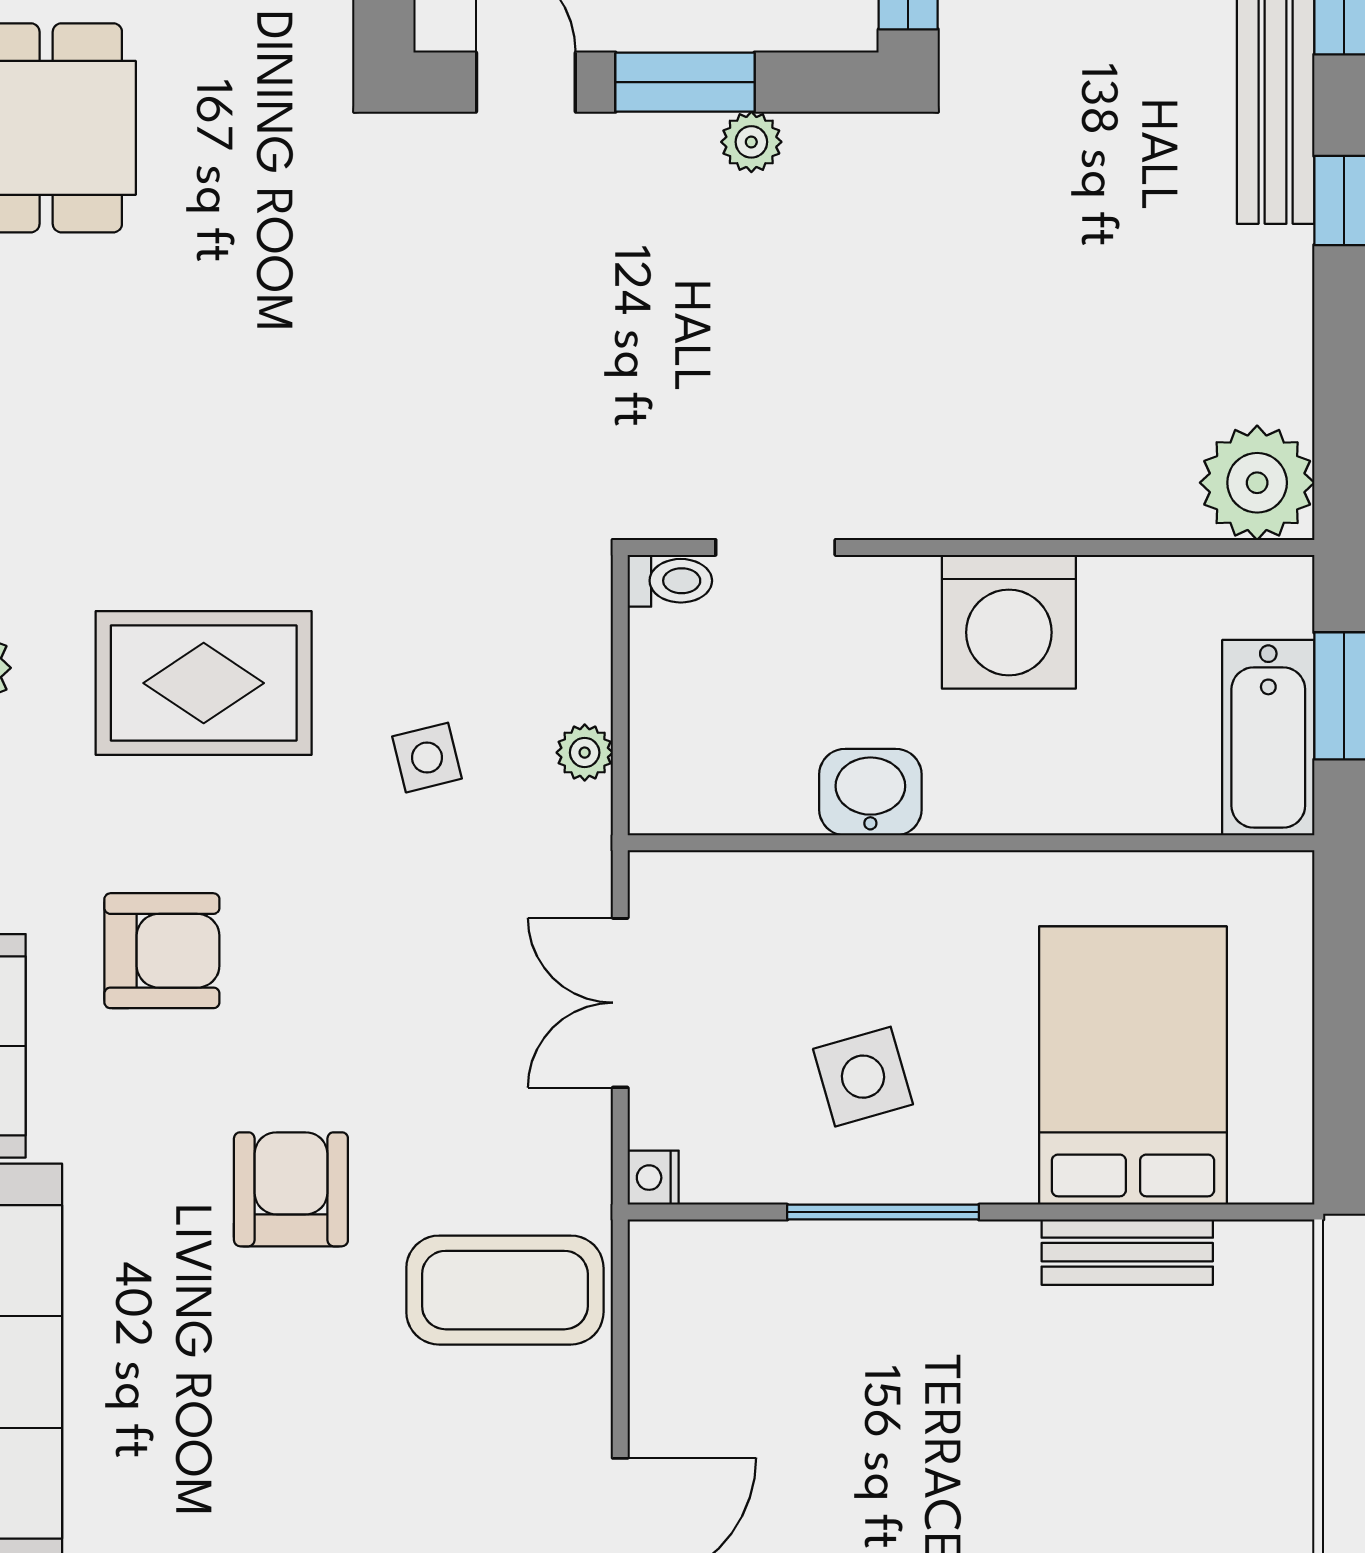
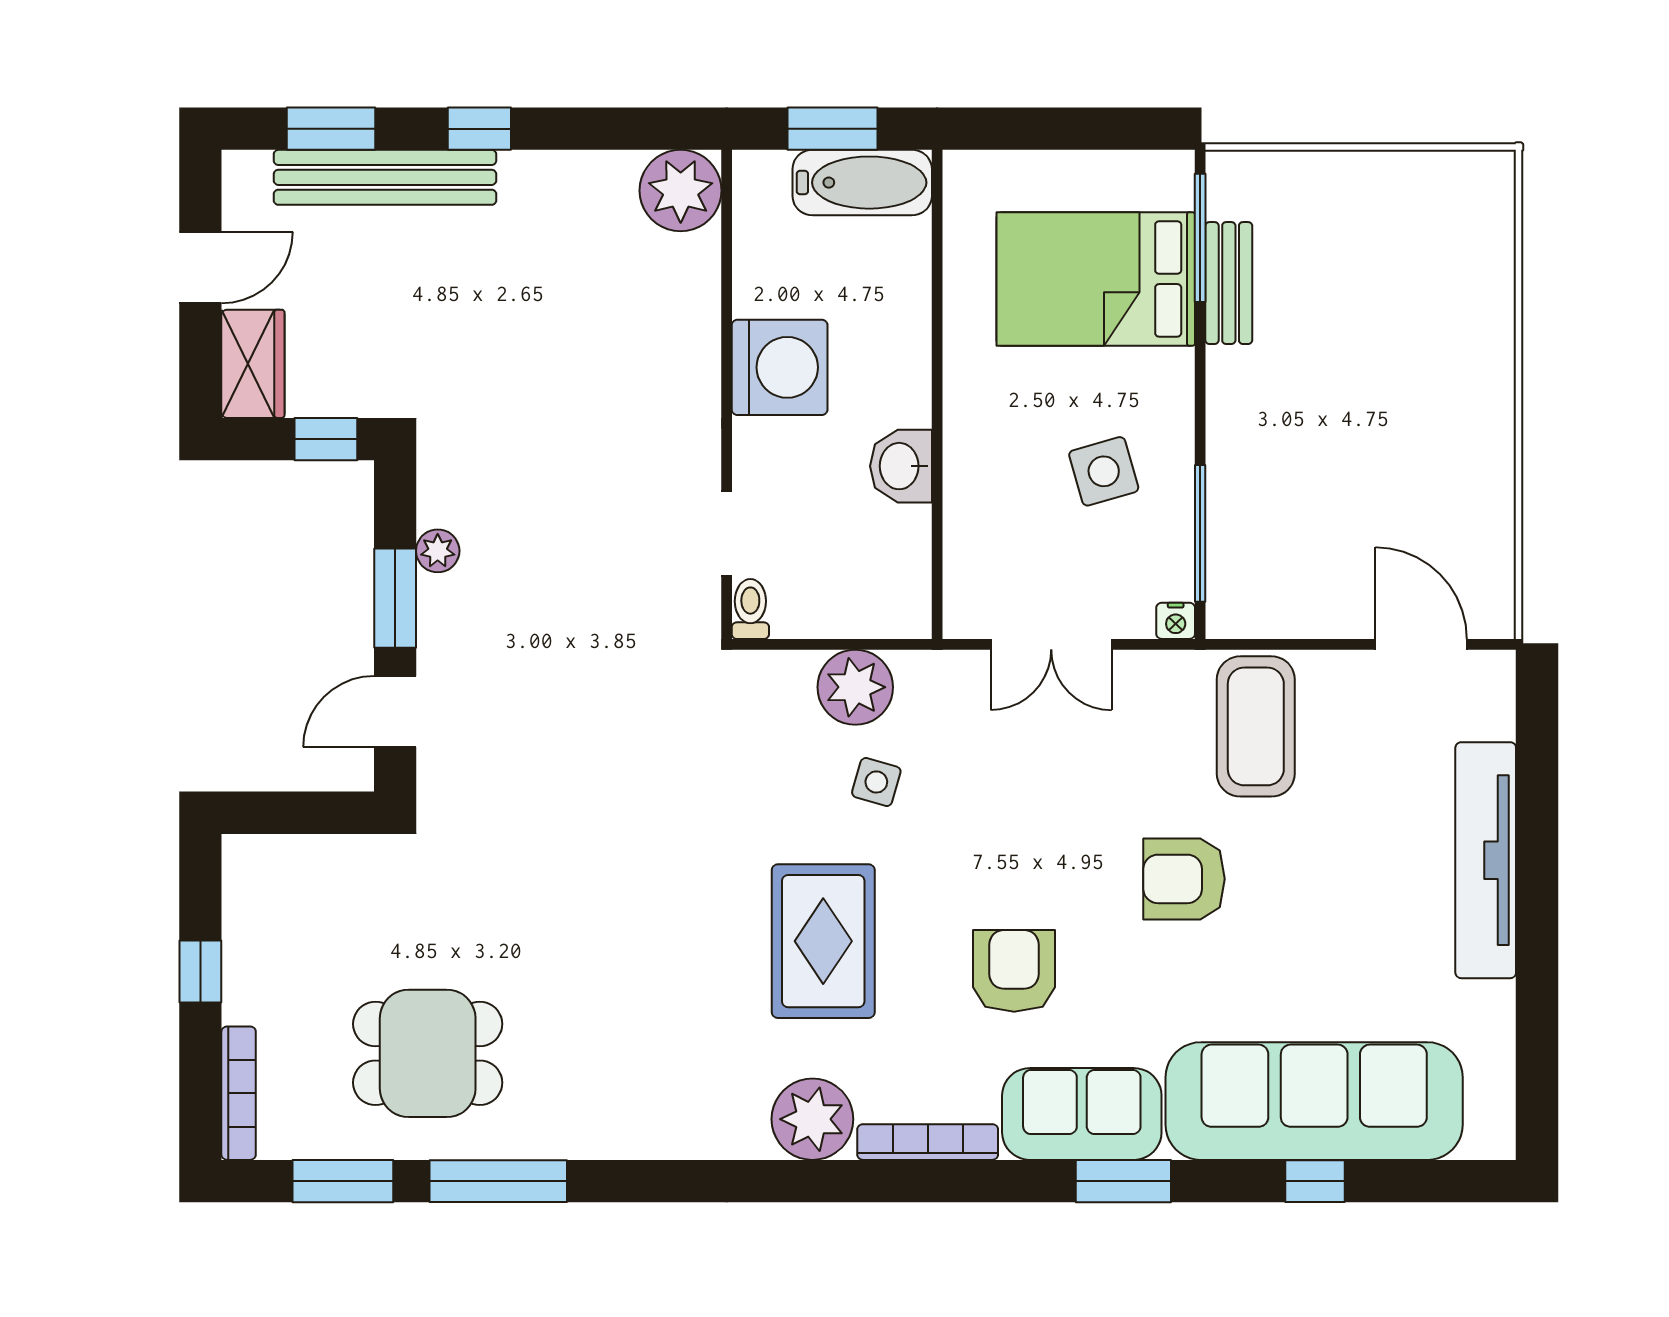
plant: (585, 753) -> (855, 687), width x1.88, depth x1.88
side table: (427, 758) -> (876, 782), turned 30
window: (883, 1212) -> (1200, 533), moved
window: (1191, 1212) -> (1200, 238), added

